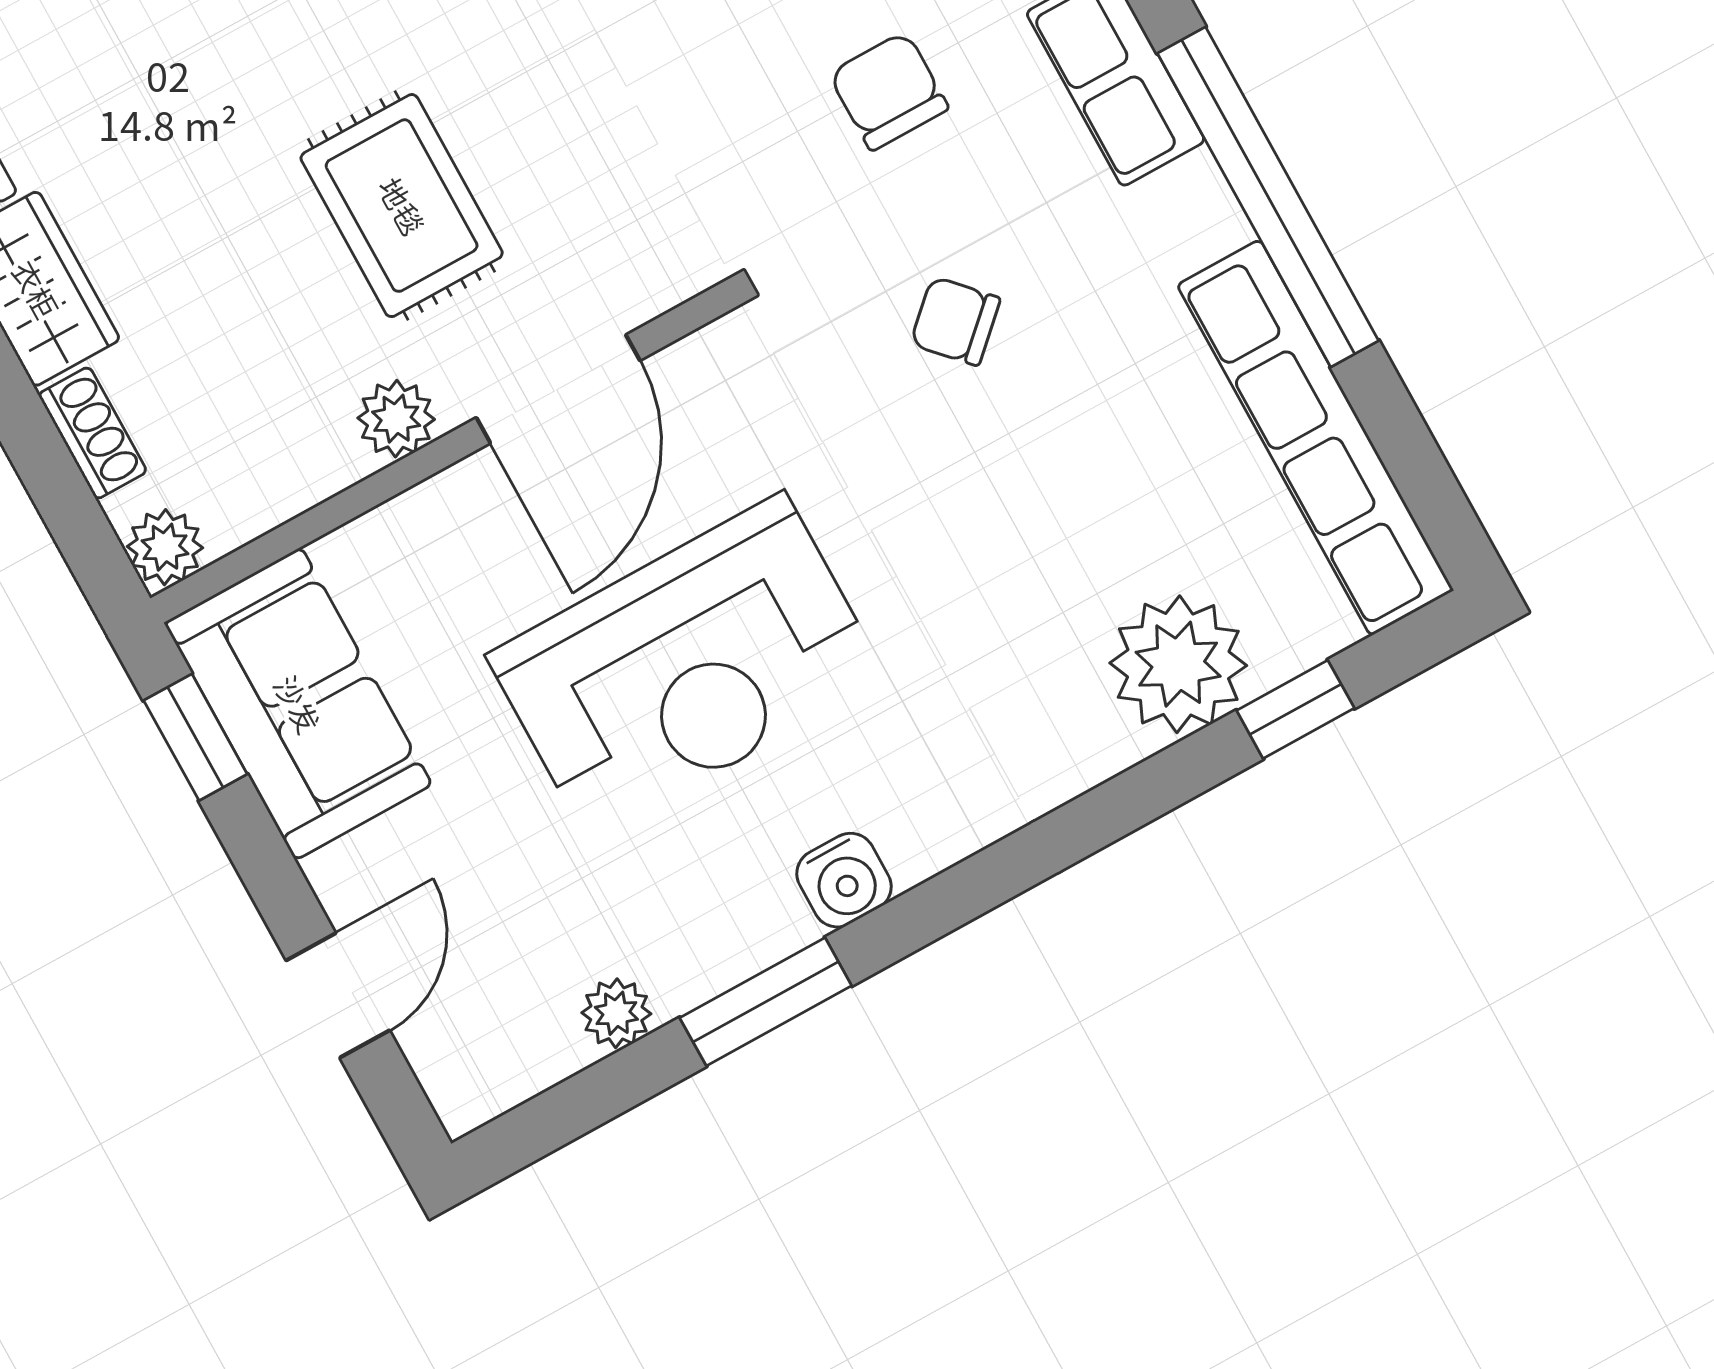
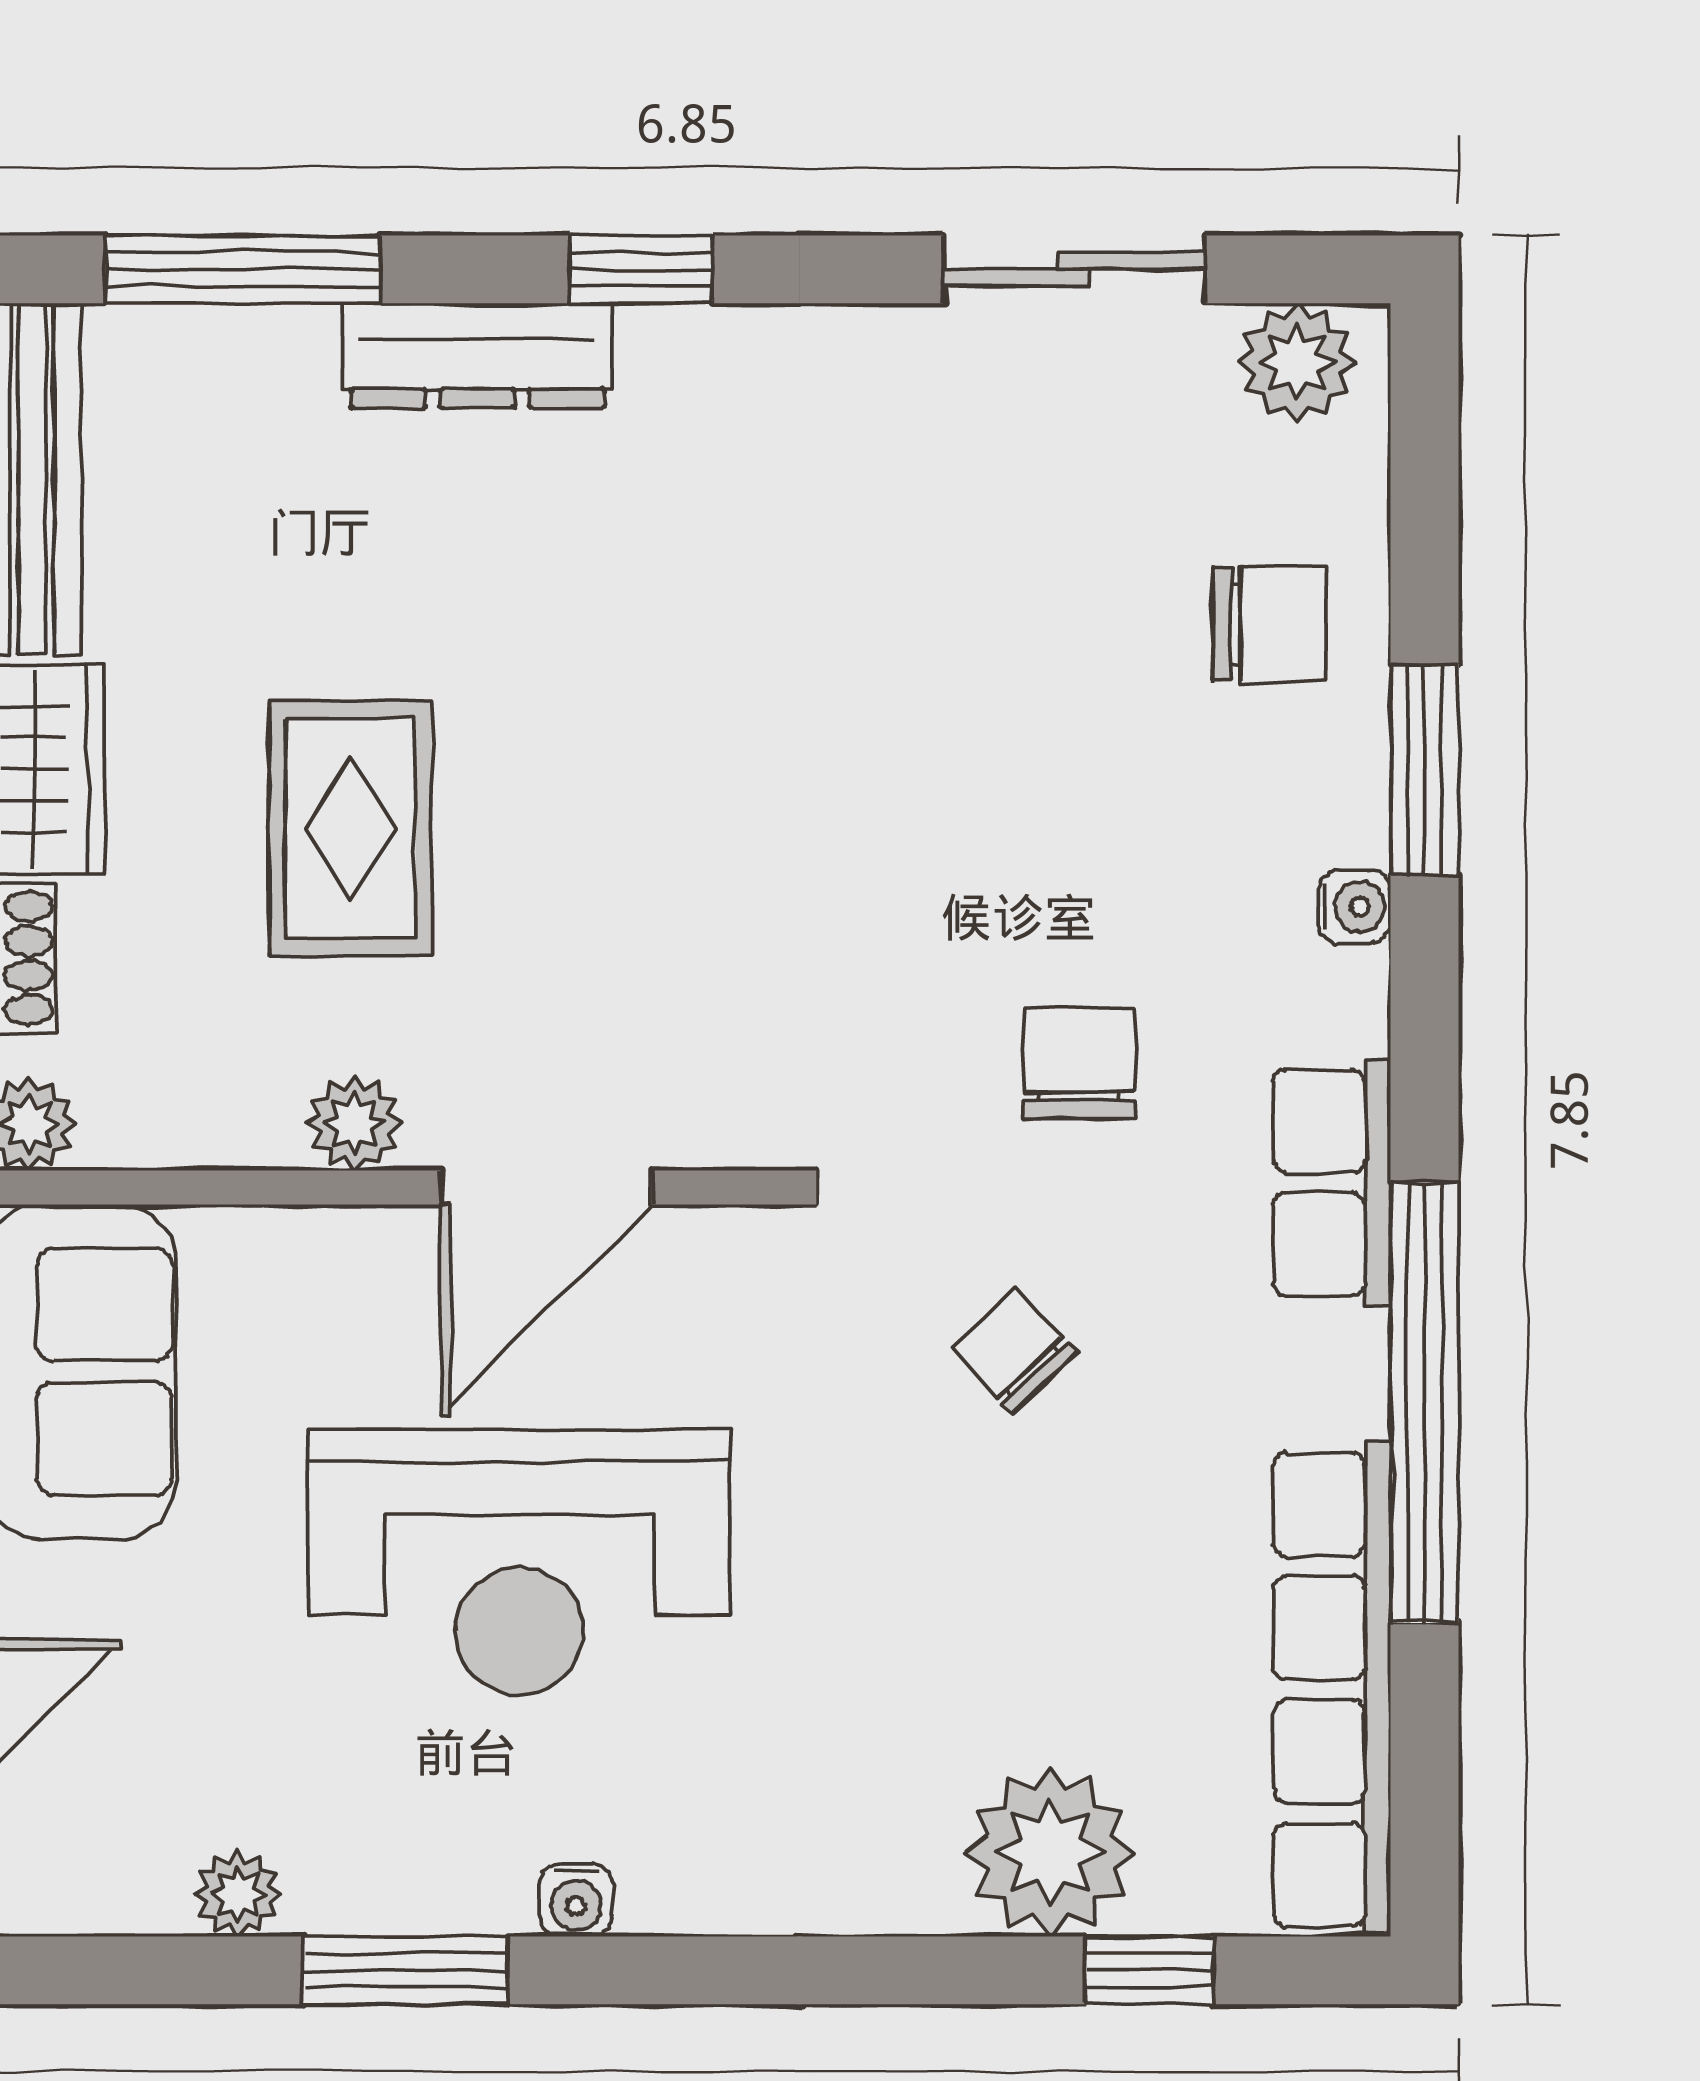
rug: (402, 206) -> (350, 828), moved
water cooler: (844, 880) -> (576, 1900), width x0.72, depth x0.72

